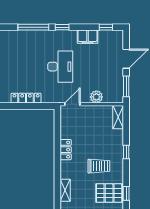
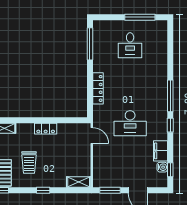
water cooler: (103, 35) -> (162, 167), added
plant: (96, 97) -> (99, 160), removed

